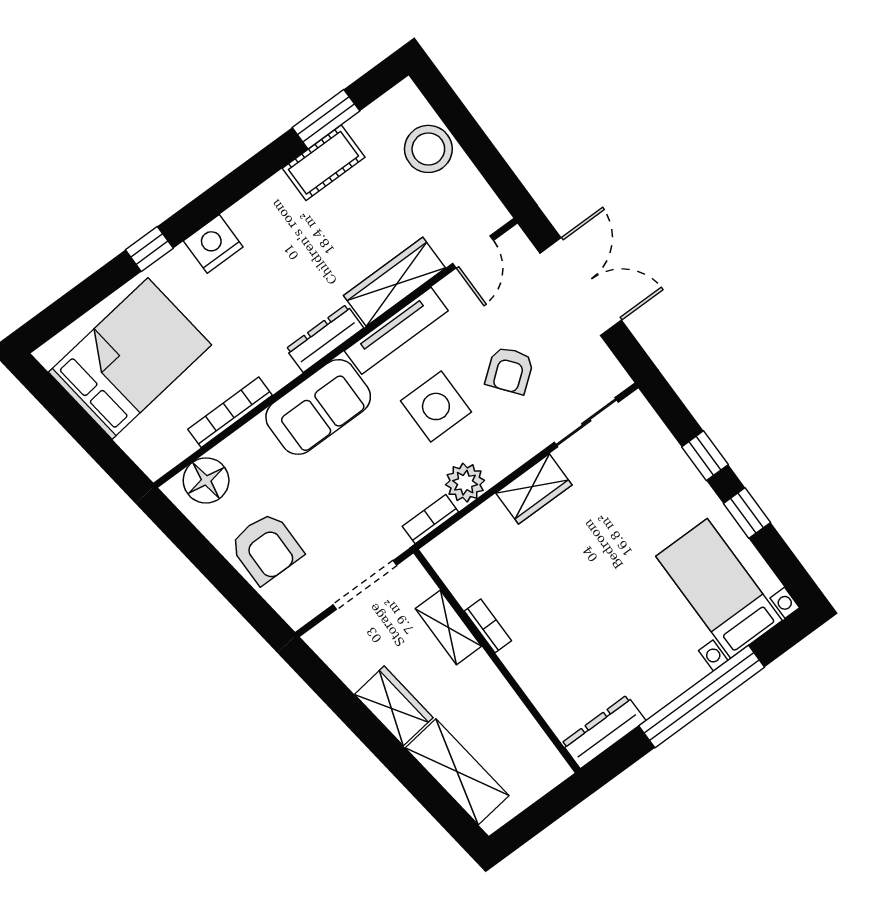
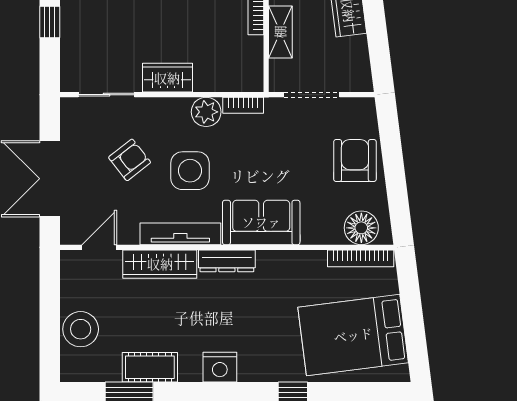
nightstand: (213, 244) -> (220, 367), moved
bookcase: (230, 412) -> (361, 258), moved

